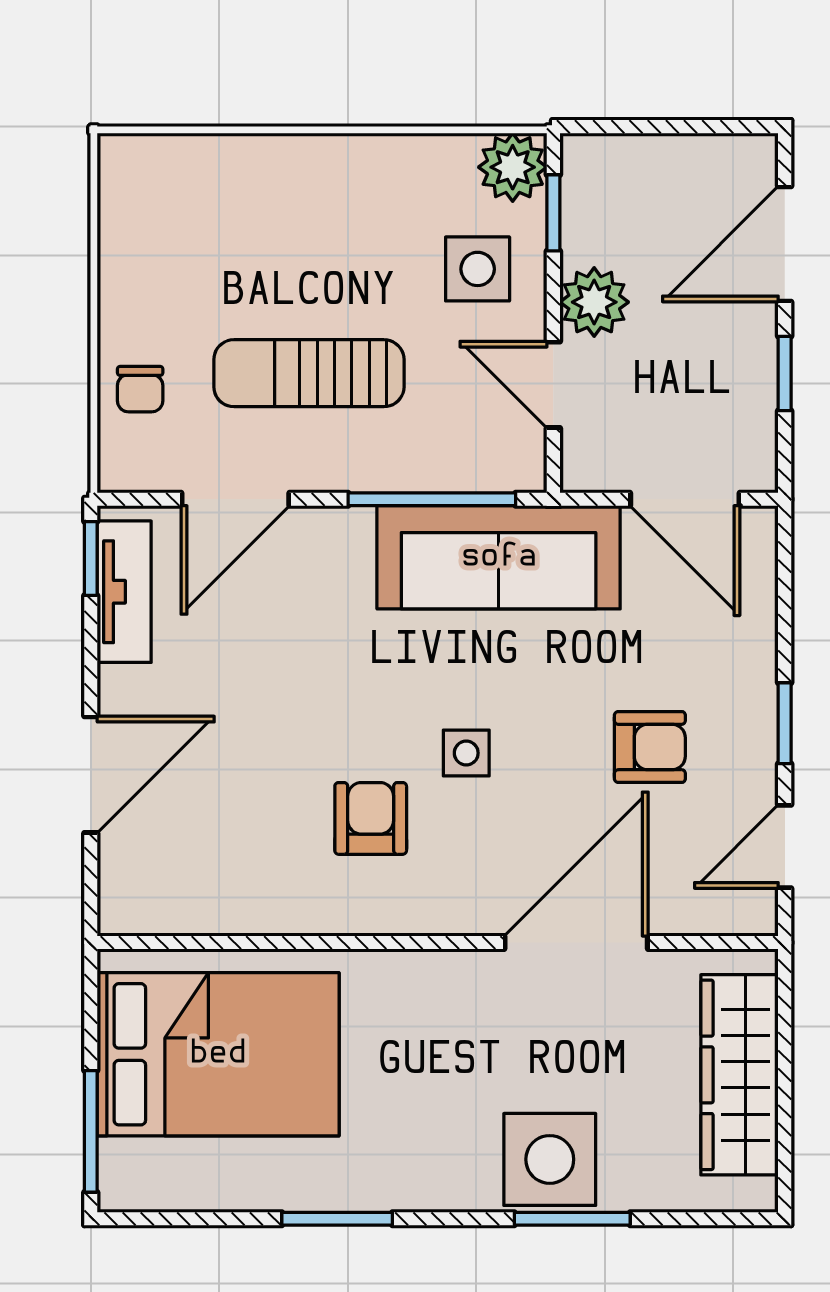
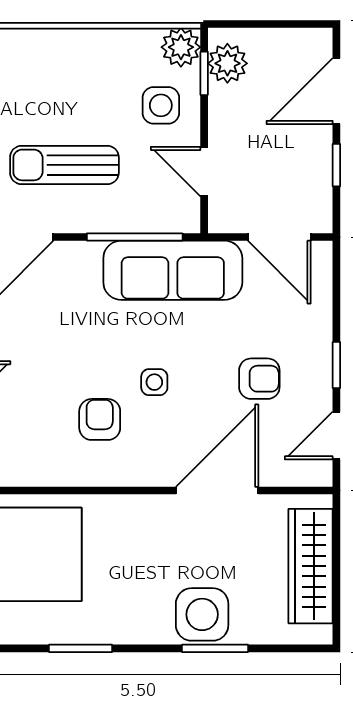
plant: (594, 302) -> (227, 63), moved

